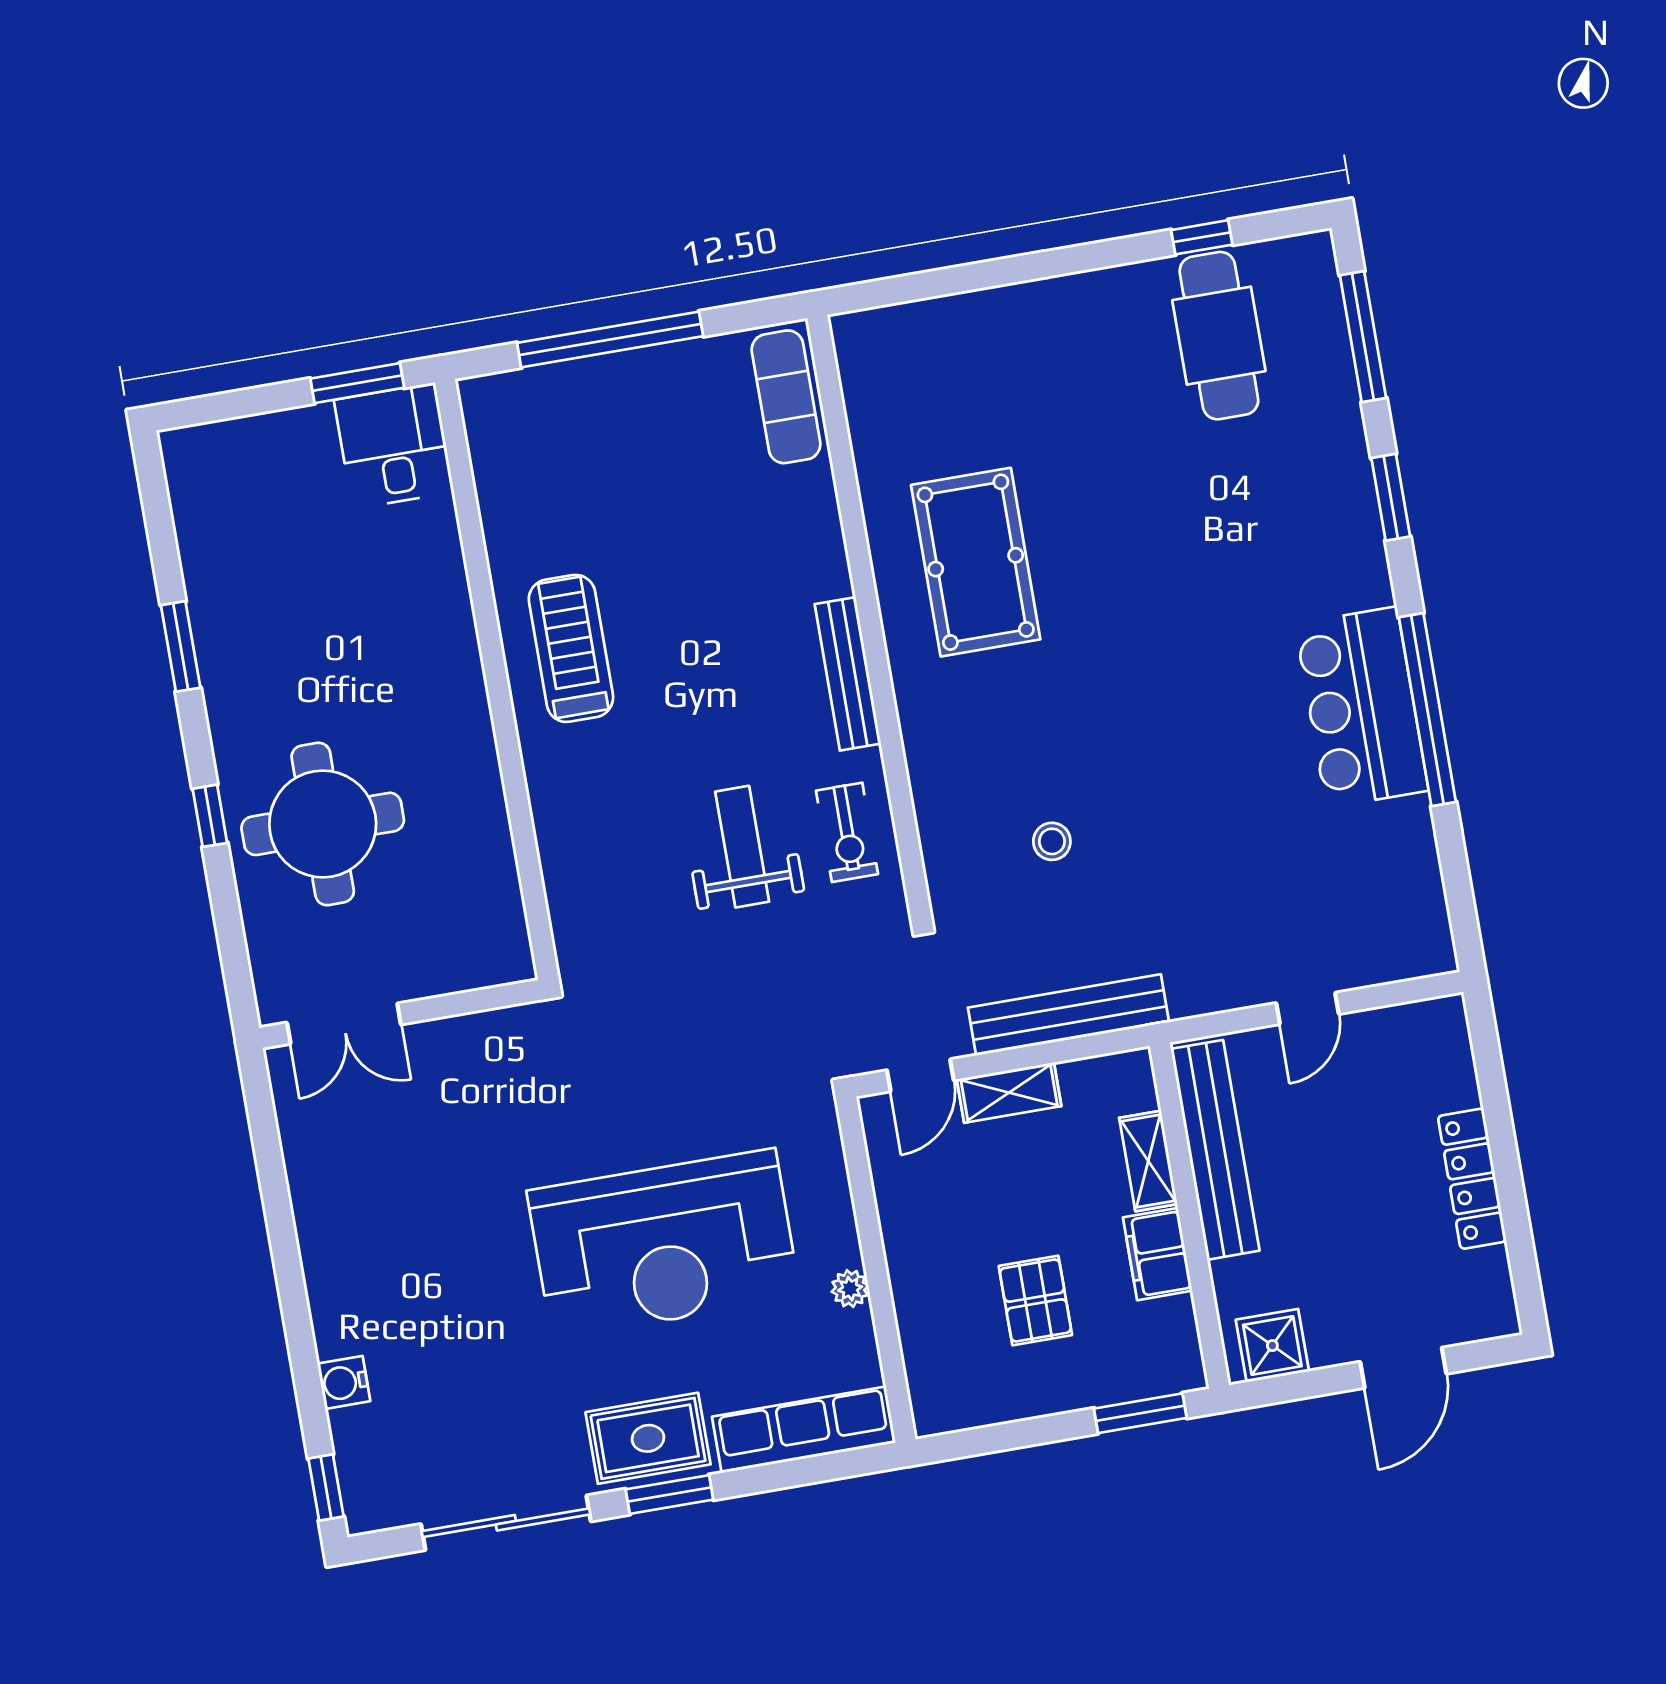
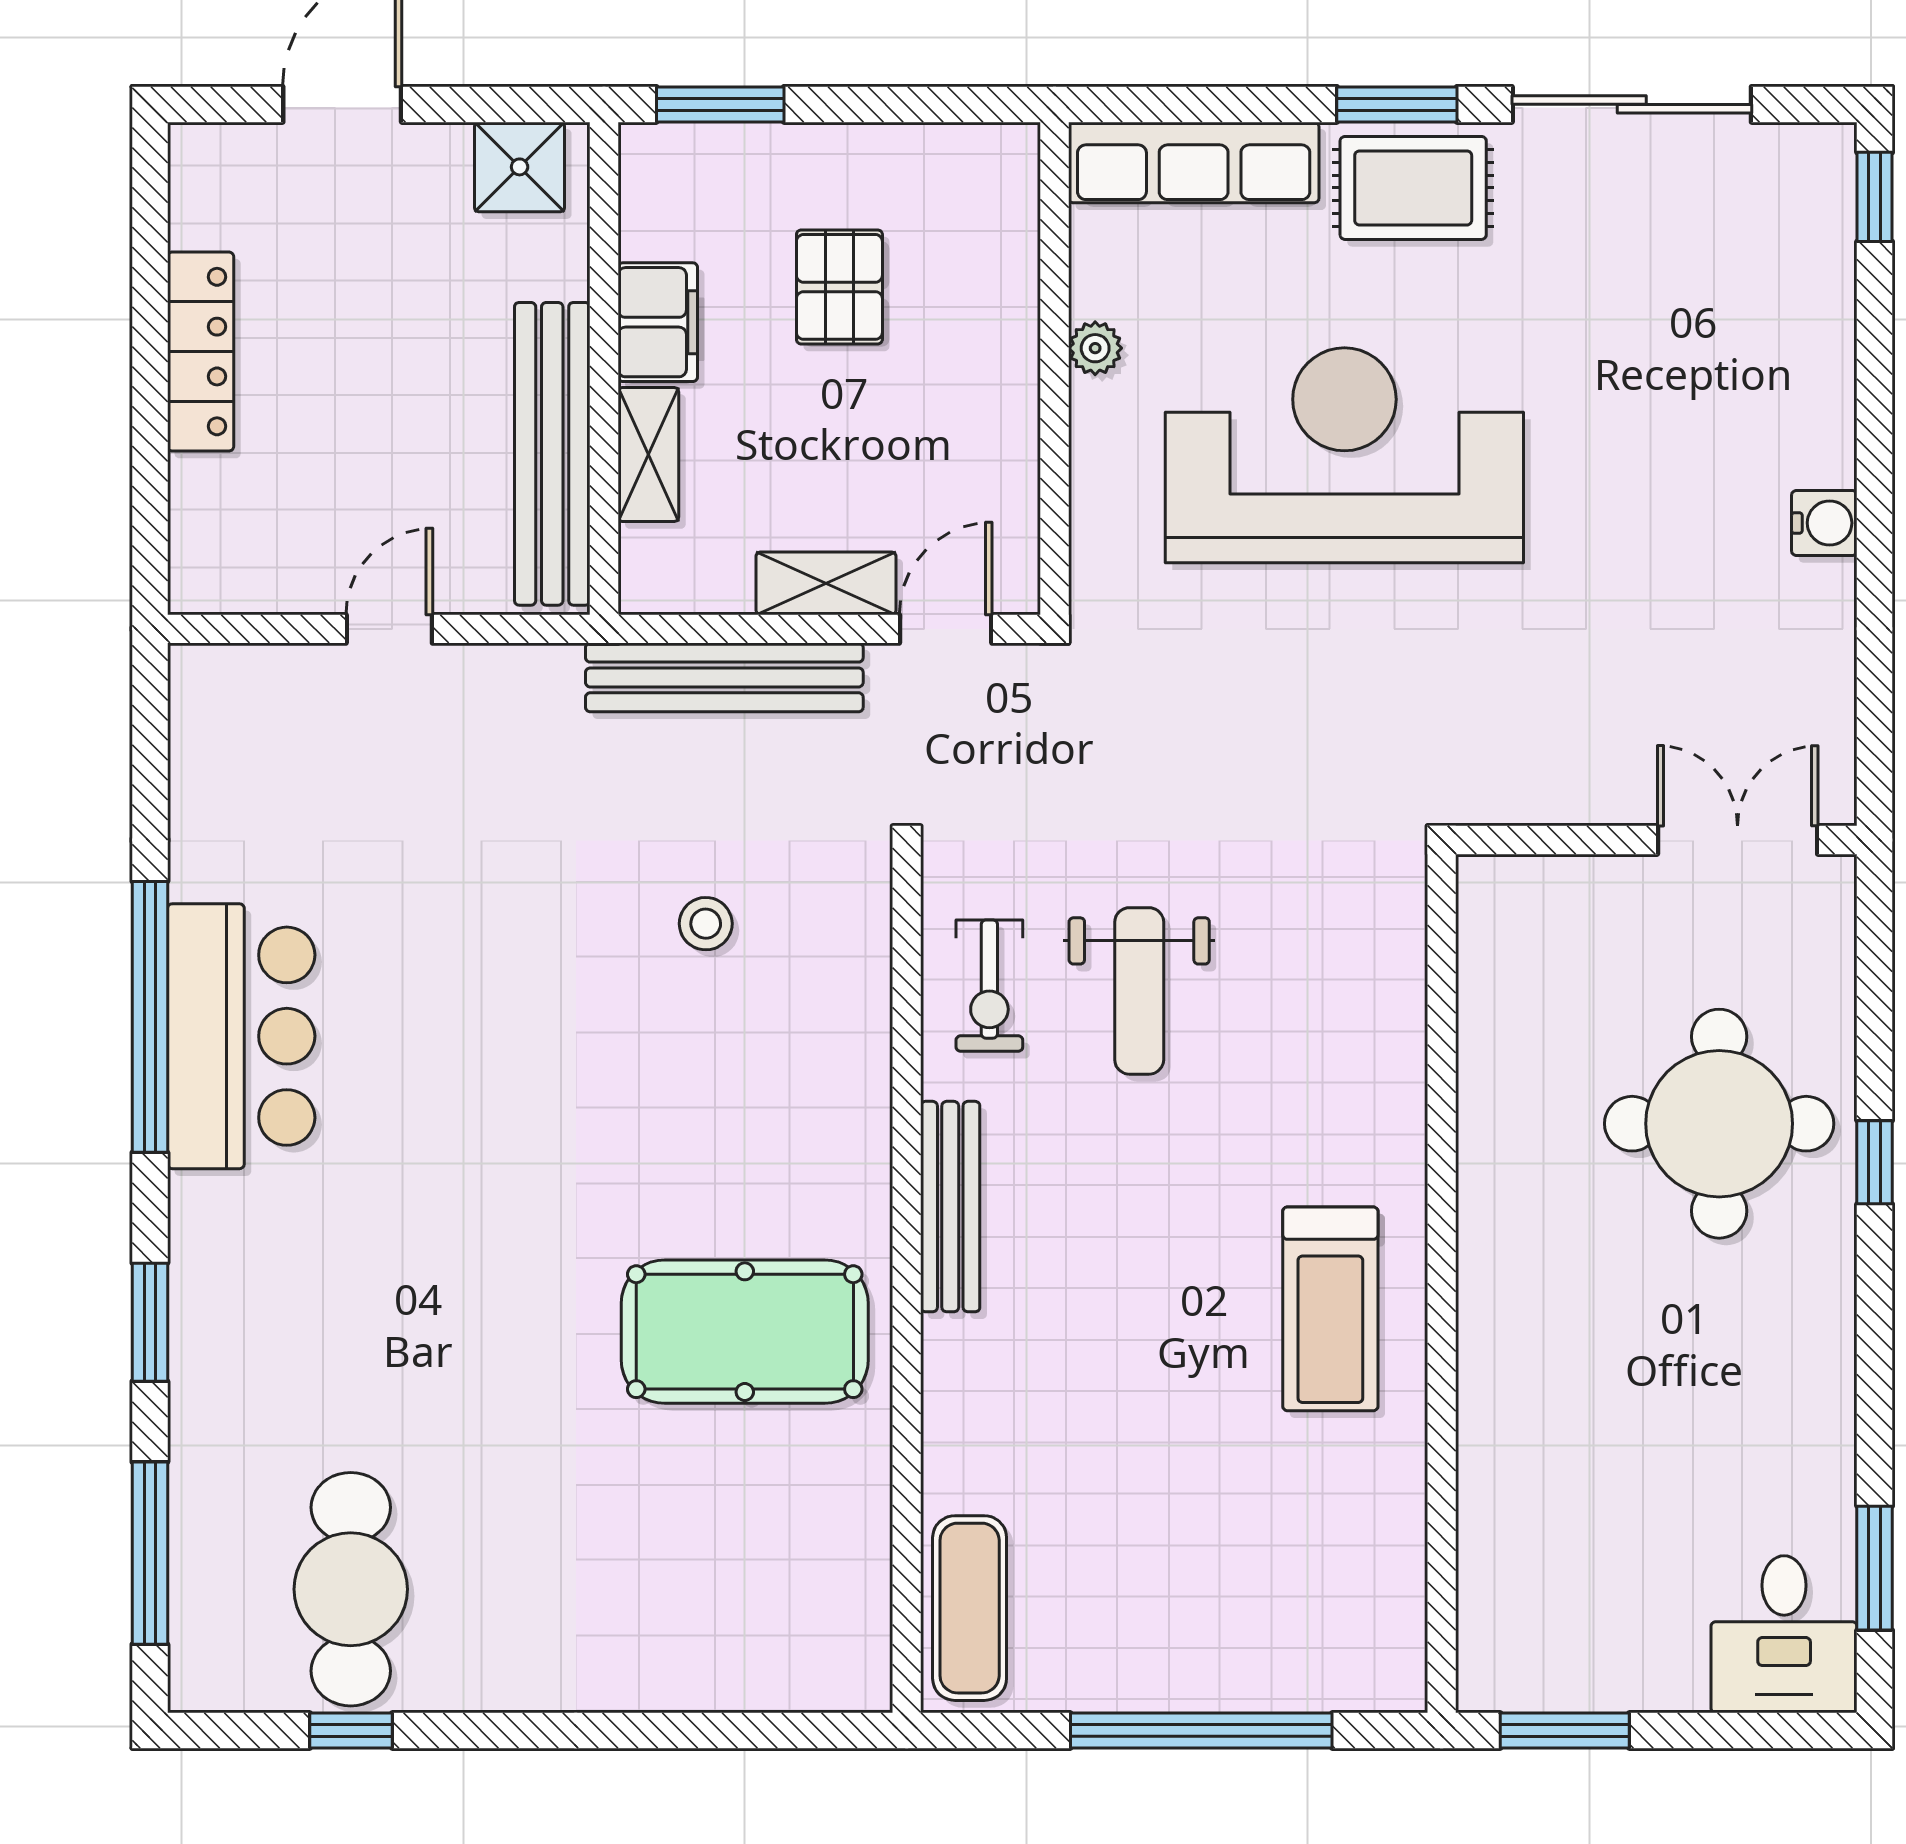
desk: (394, 446) -> (1784, 1634), moved
pool table: (976, 562) -> (745, 1332), turned 90
window: (181, 646) -> (1875, 1568), moved
exercise bike: (847, 832) -> (989, 986), turned 180
water cooler: (344, 1382) -> (1824, 523), moved

